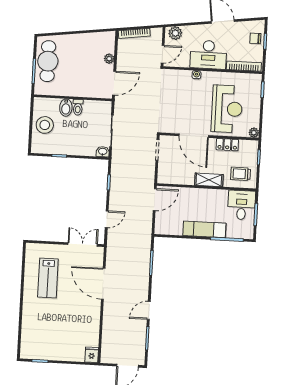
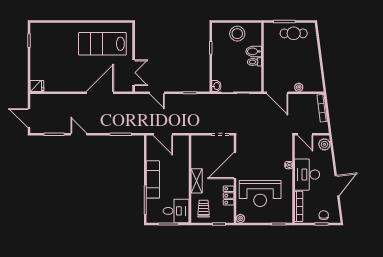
cafe table: (48, 61) -> (294, 33), width x0.73, depth x0.74
door: (155, 200) -> (163, 134), moved
lab bench: (48, 278) -> (102, 44), width x1.36, depth x1.39

